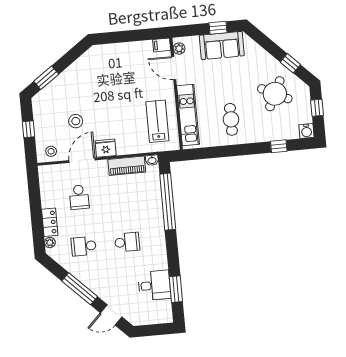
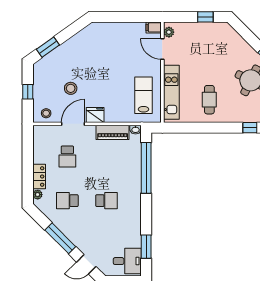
sofa: (222, 45) -> (207, 33), removed
desk: (154, 285) -> (127, 261), moved

